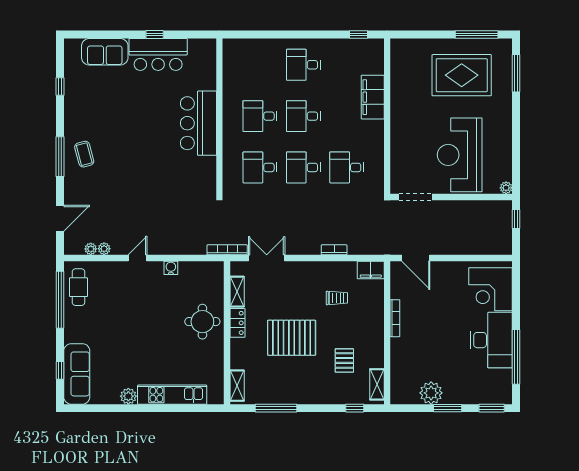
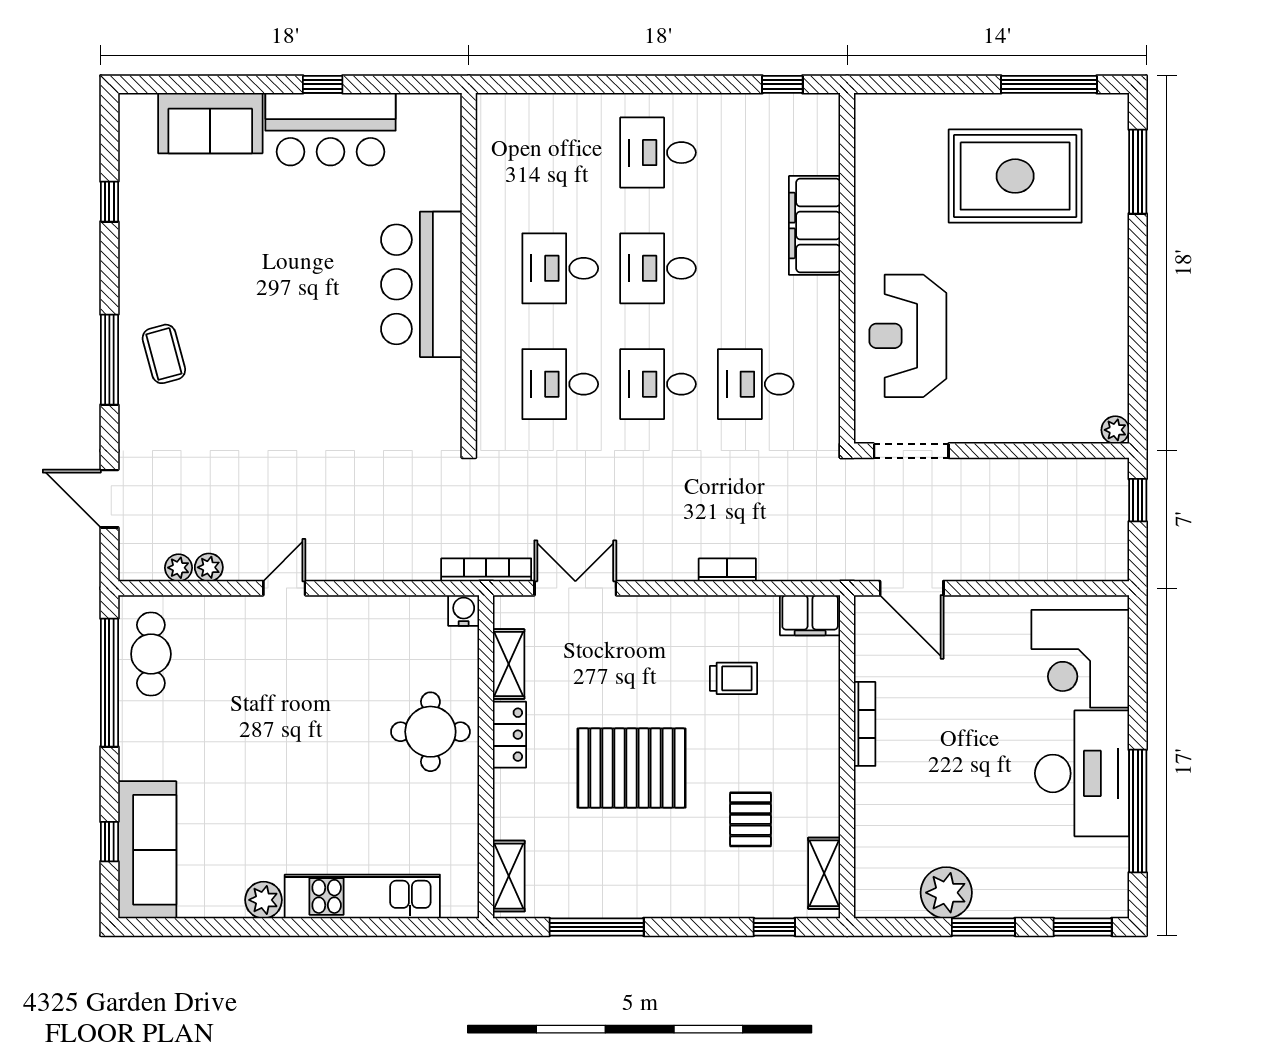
reception desk: (460, 155) -> (908, 336), moved, width x0.74, depth x0.77
door: (60, 218) -> (109, 499), swing flipped
water cooler: (171, 268) -> (464, 611), moved

